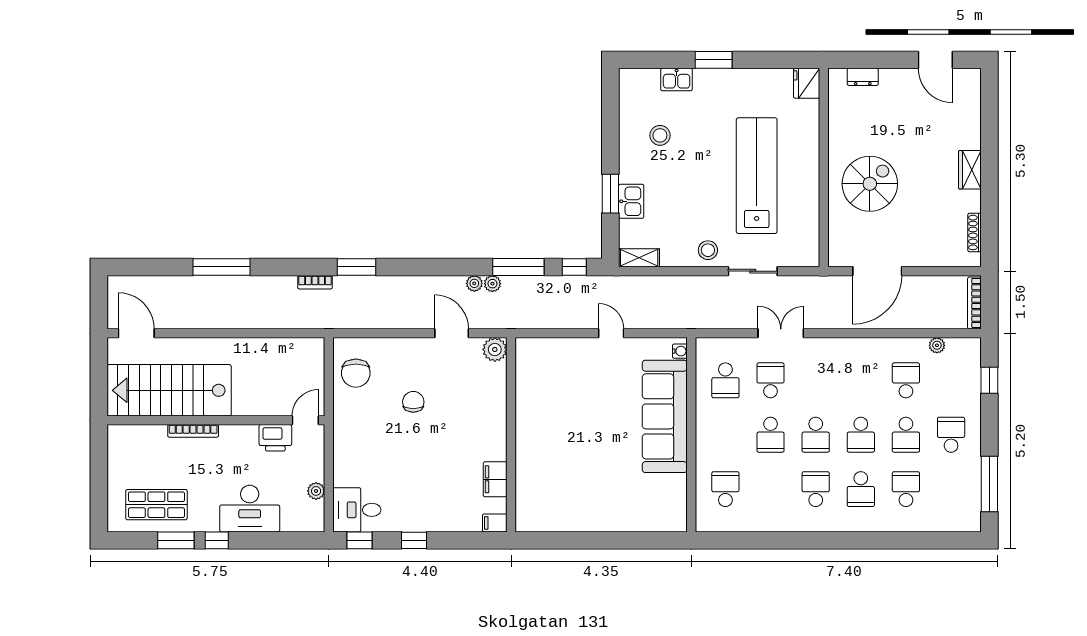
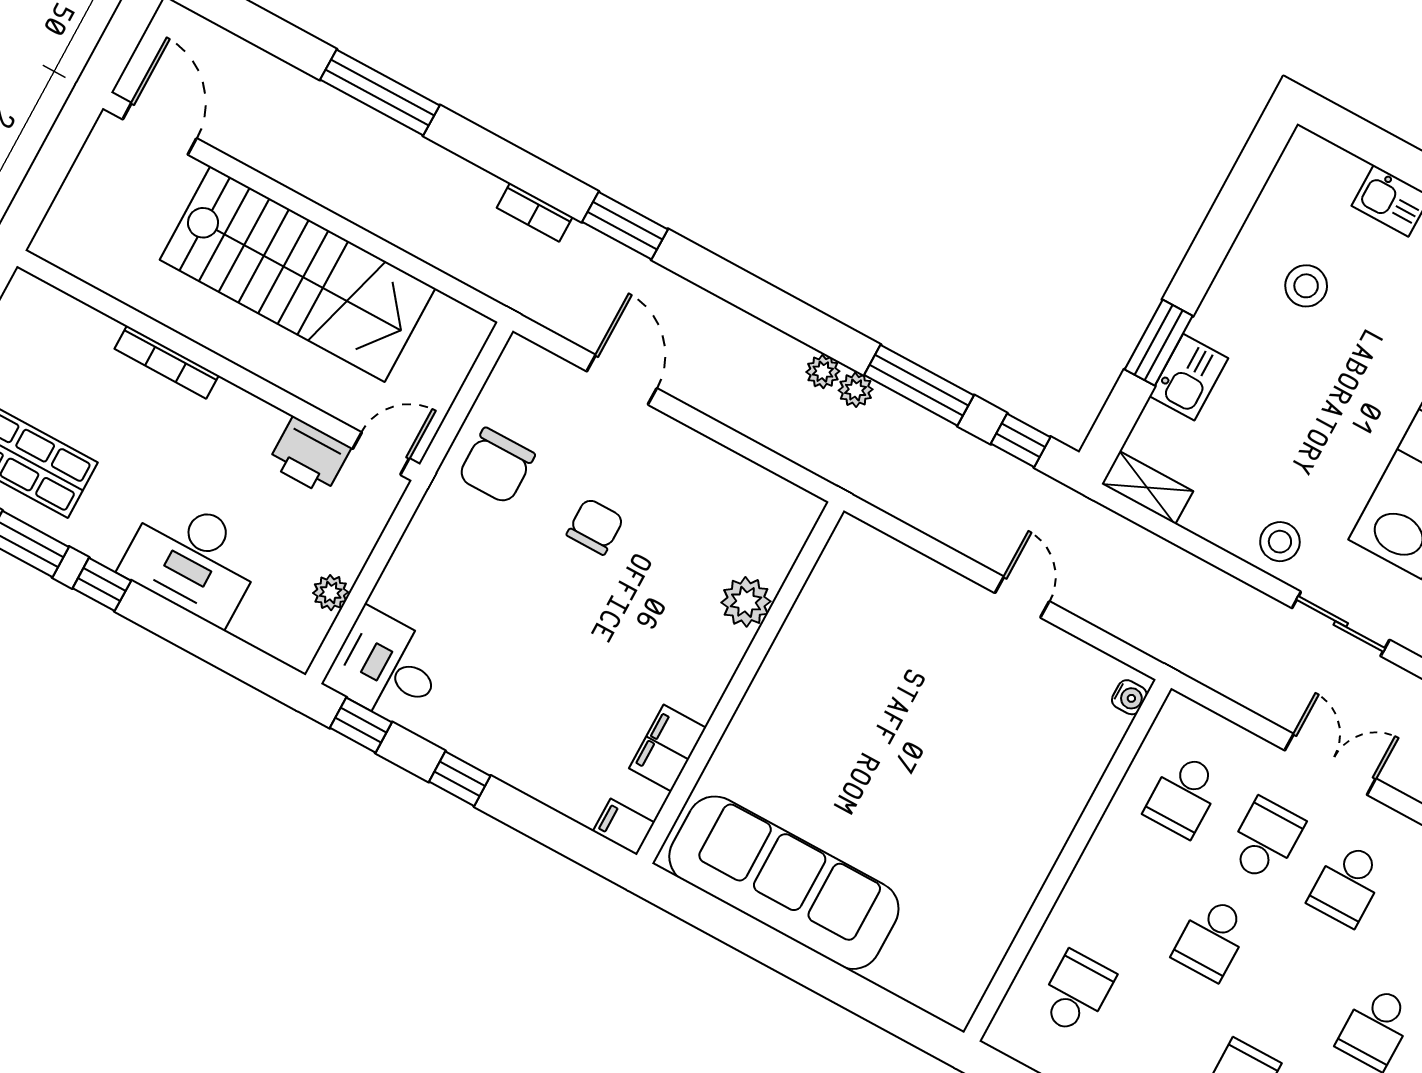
door: (452, 333) -> (622, 380), moved
plant: (495, 349) -> (746, 602), moved
chair: (356, 373) -> (496, 466), moved
stairs: (169, 390) -> (298, 274), moved, turned 180
sofa: (665, 416) -> (784, 883), moved, turned 90
school desk: (816, 435) -> (1347, 884), moved

